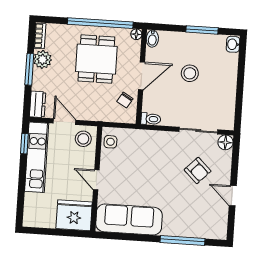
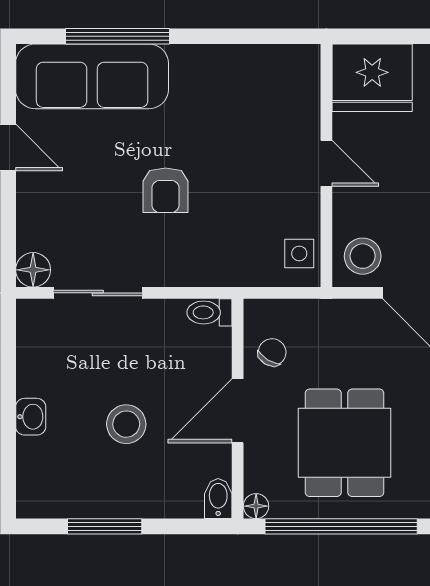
washbasin: (233, 44) -> (31, 417), moved
armchair: (198, 171) -> (166, 190), moved, turned -134
sofa: (129, 220) -> (92, 76), moved

